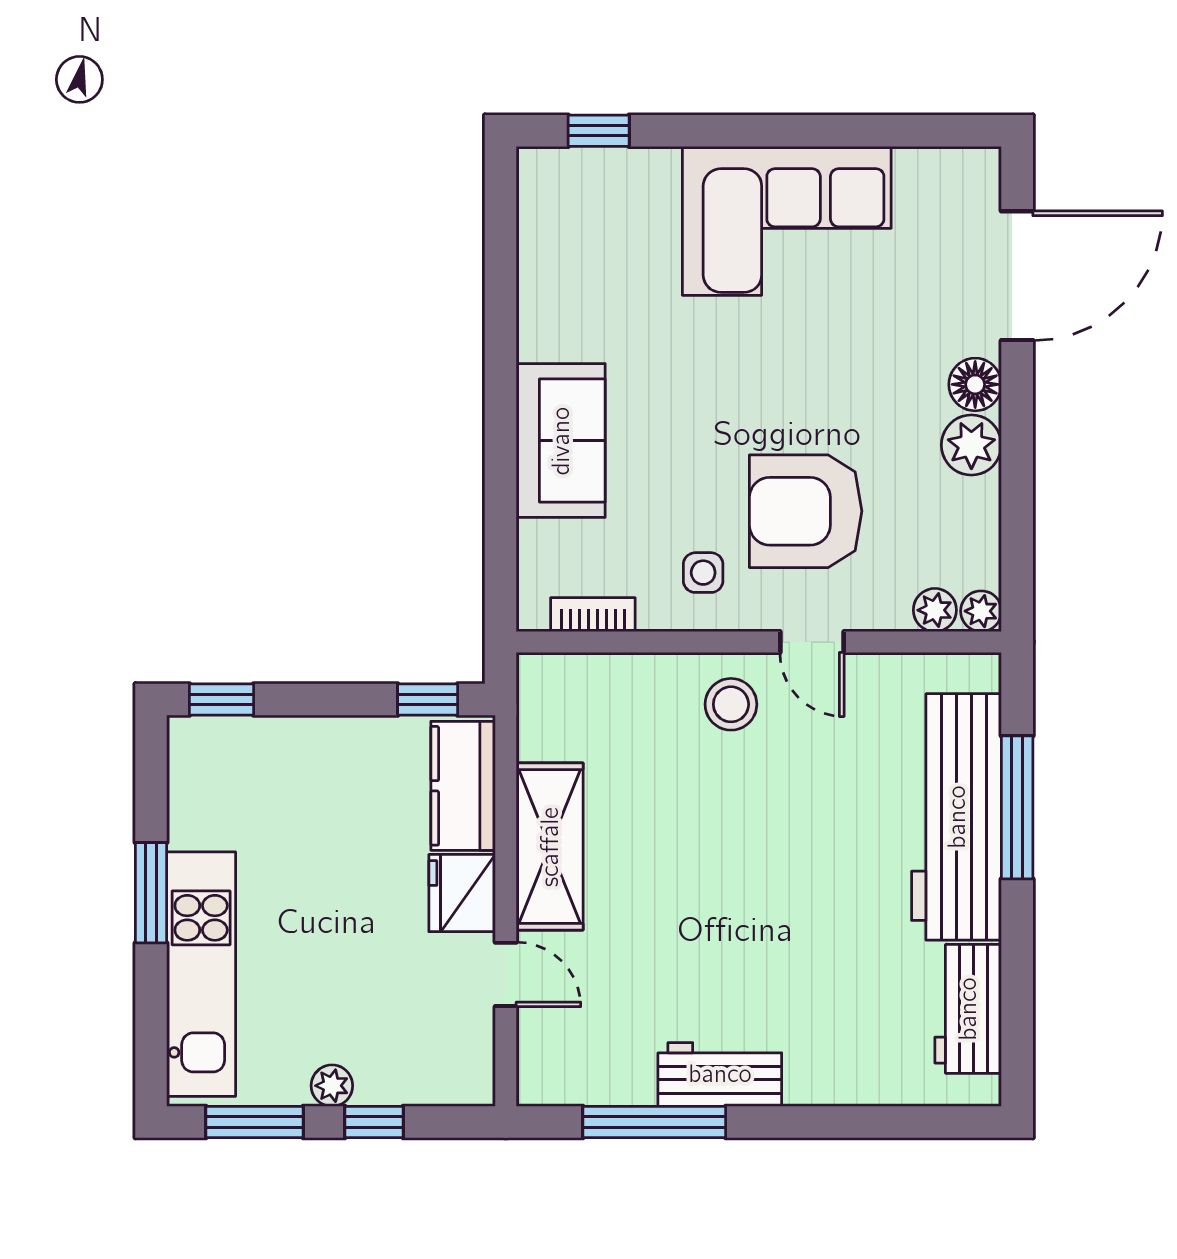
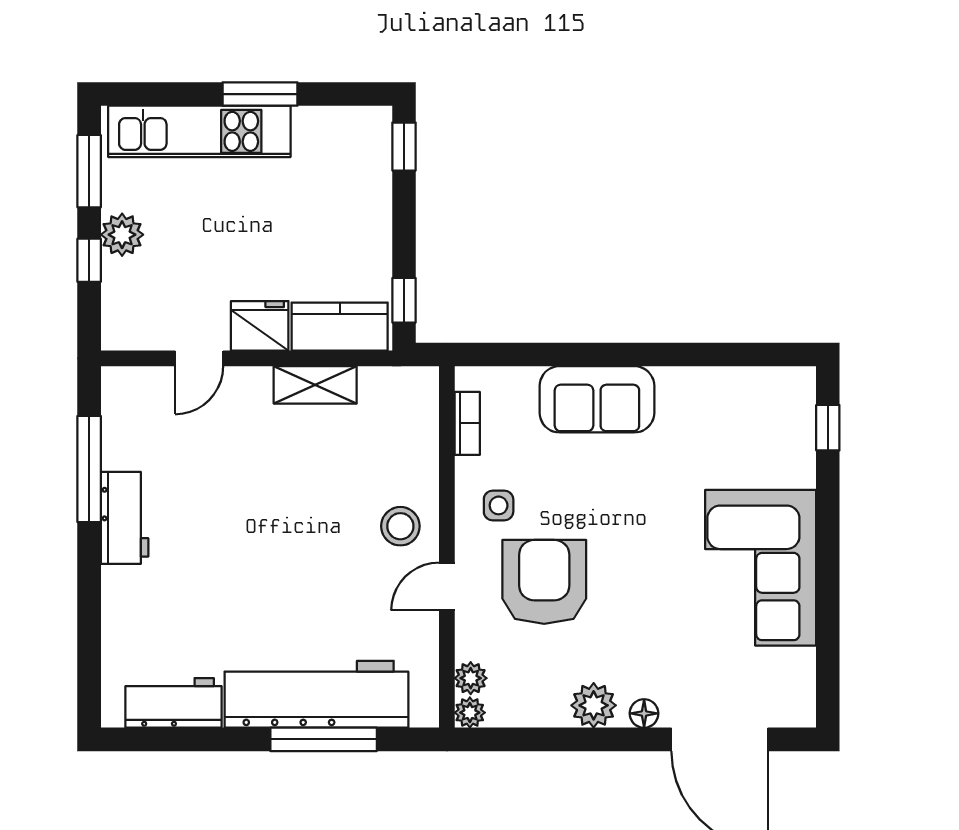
floor lamp: (975, 384) -> (644, 713), width x0.73, depth x0.73
shelving: (550, 847) -> (315, 385), width x0.67, depth x0.75
plant: (332, 1086) -> (122, 235), width x1.38, depth x1.38

